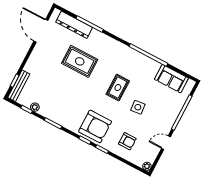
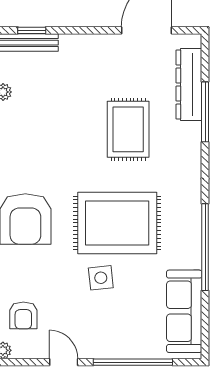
sofa: (171, 79) -> (184, 311), width x1.36
rug: (118, 88) -> (117, 223), width x1.86, depth x2.06
armchair: (127, 141) -> (23, 315), moved

